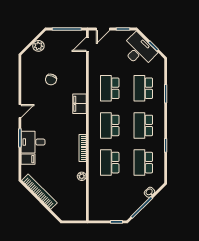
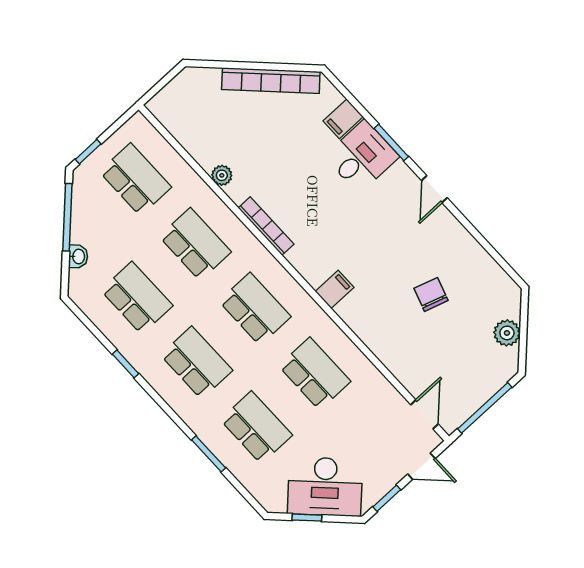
door: (103, 29) -> (421, 466), swing flipped
filing cabinet: (79, 104) -> (335, 289), width x0.50
school desk: (110, 200) -> (135, 179), added

